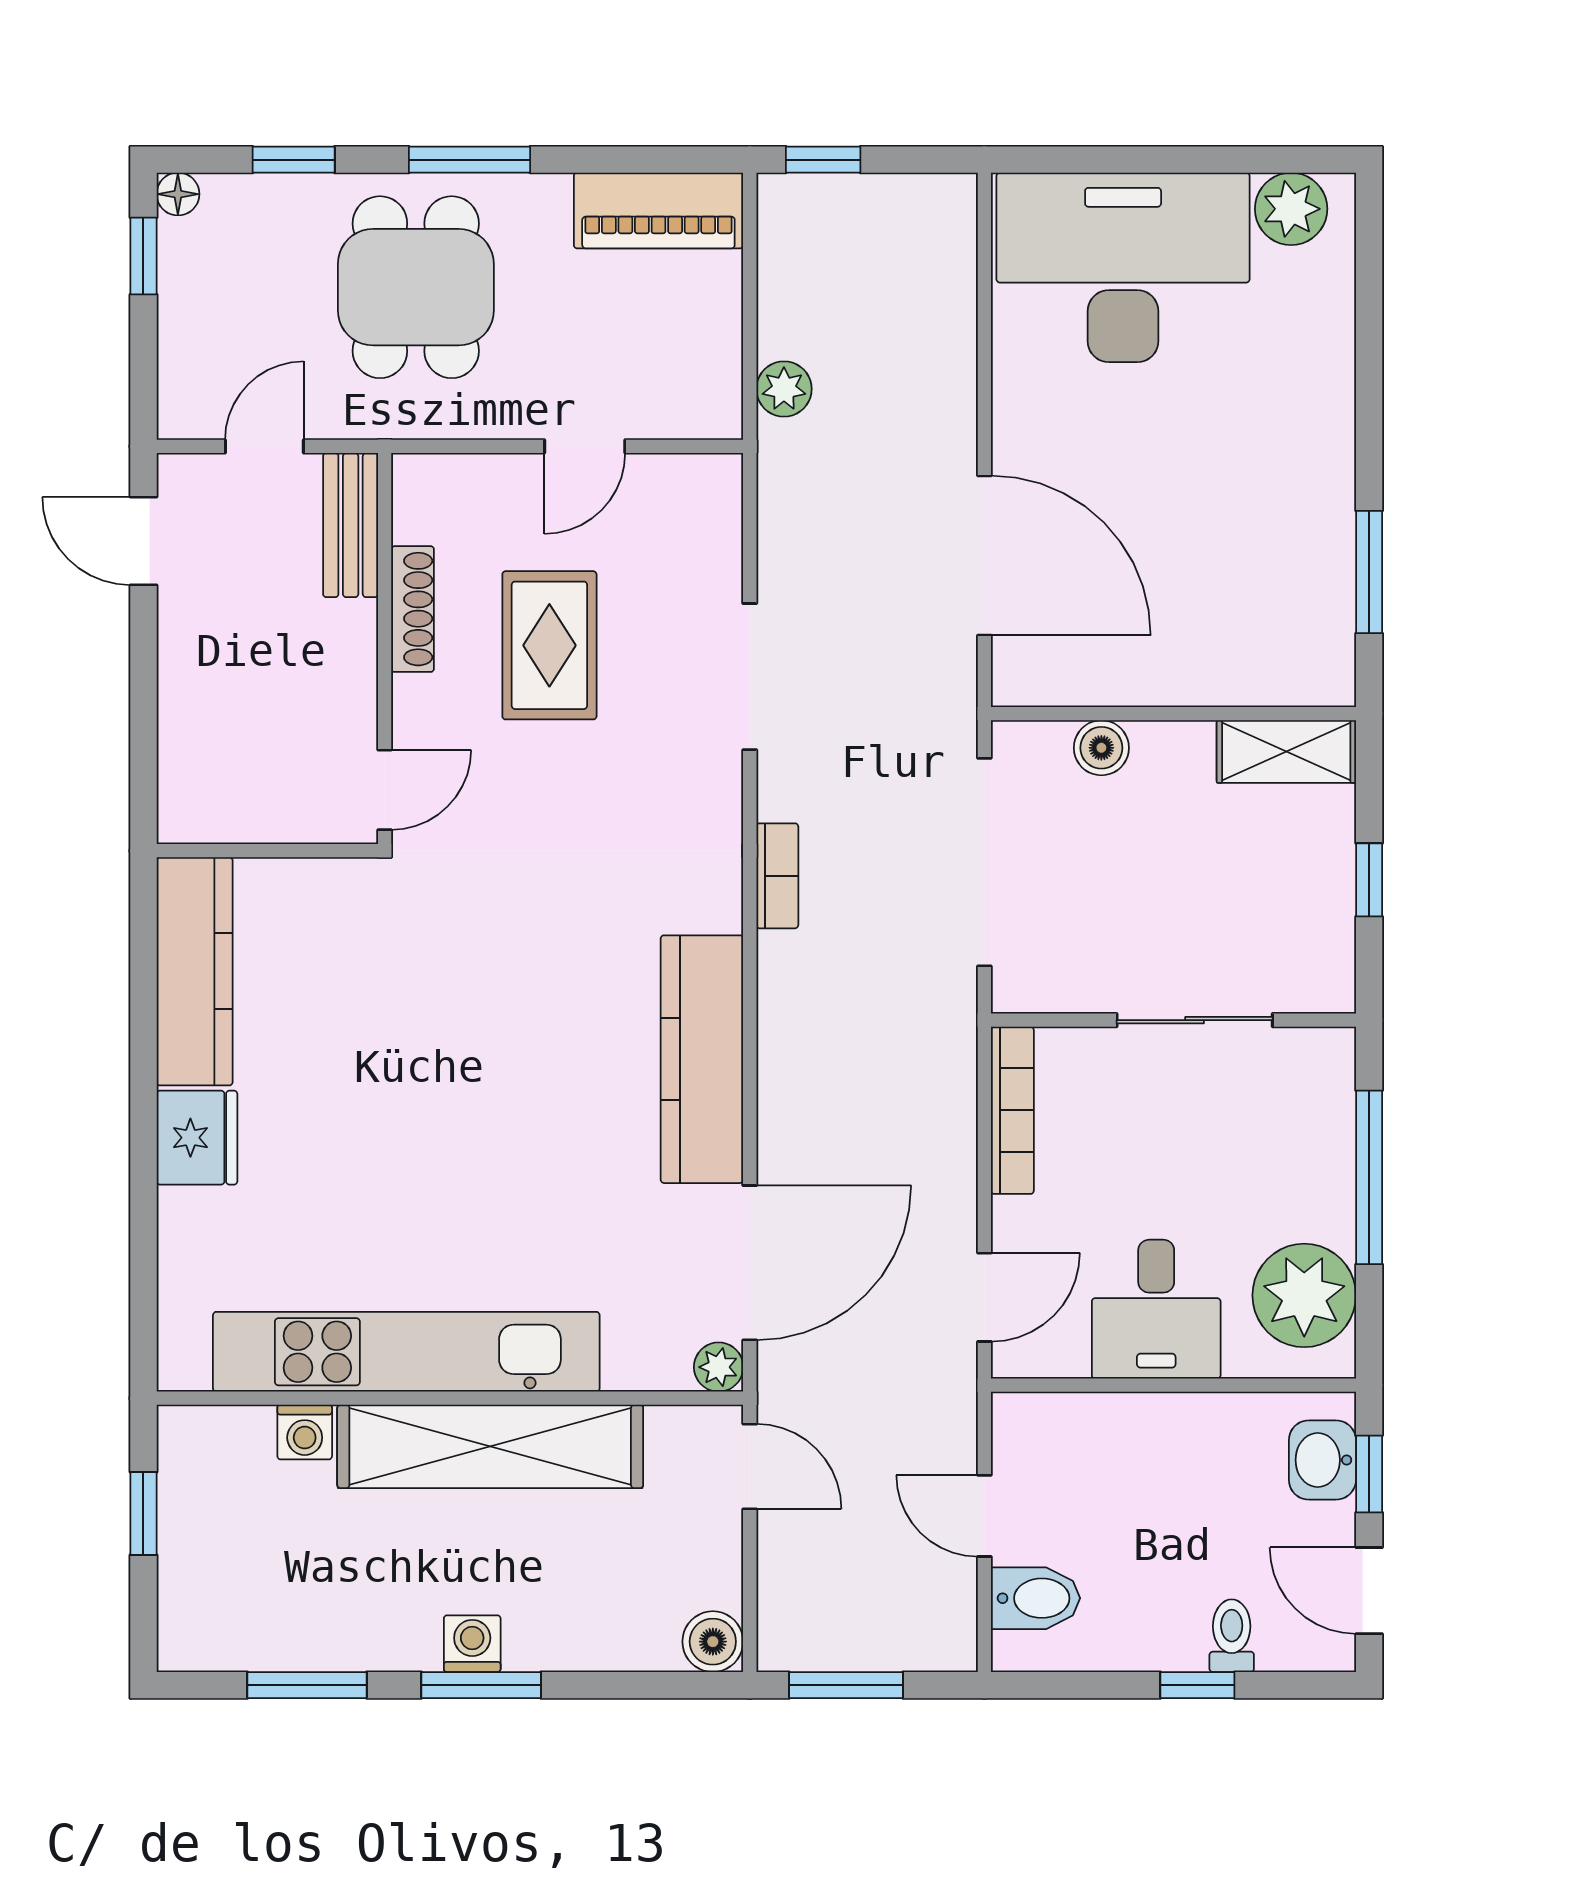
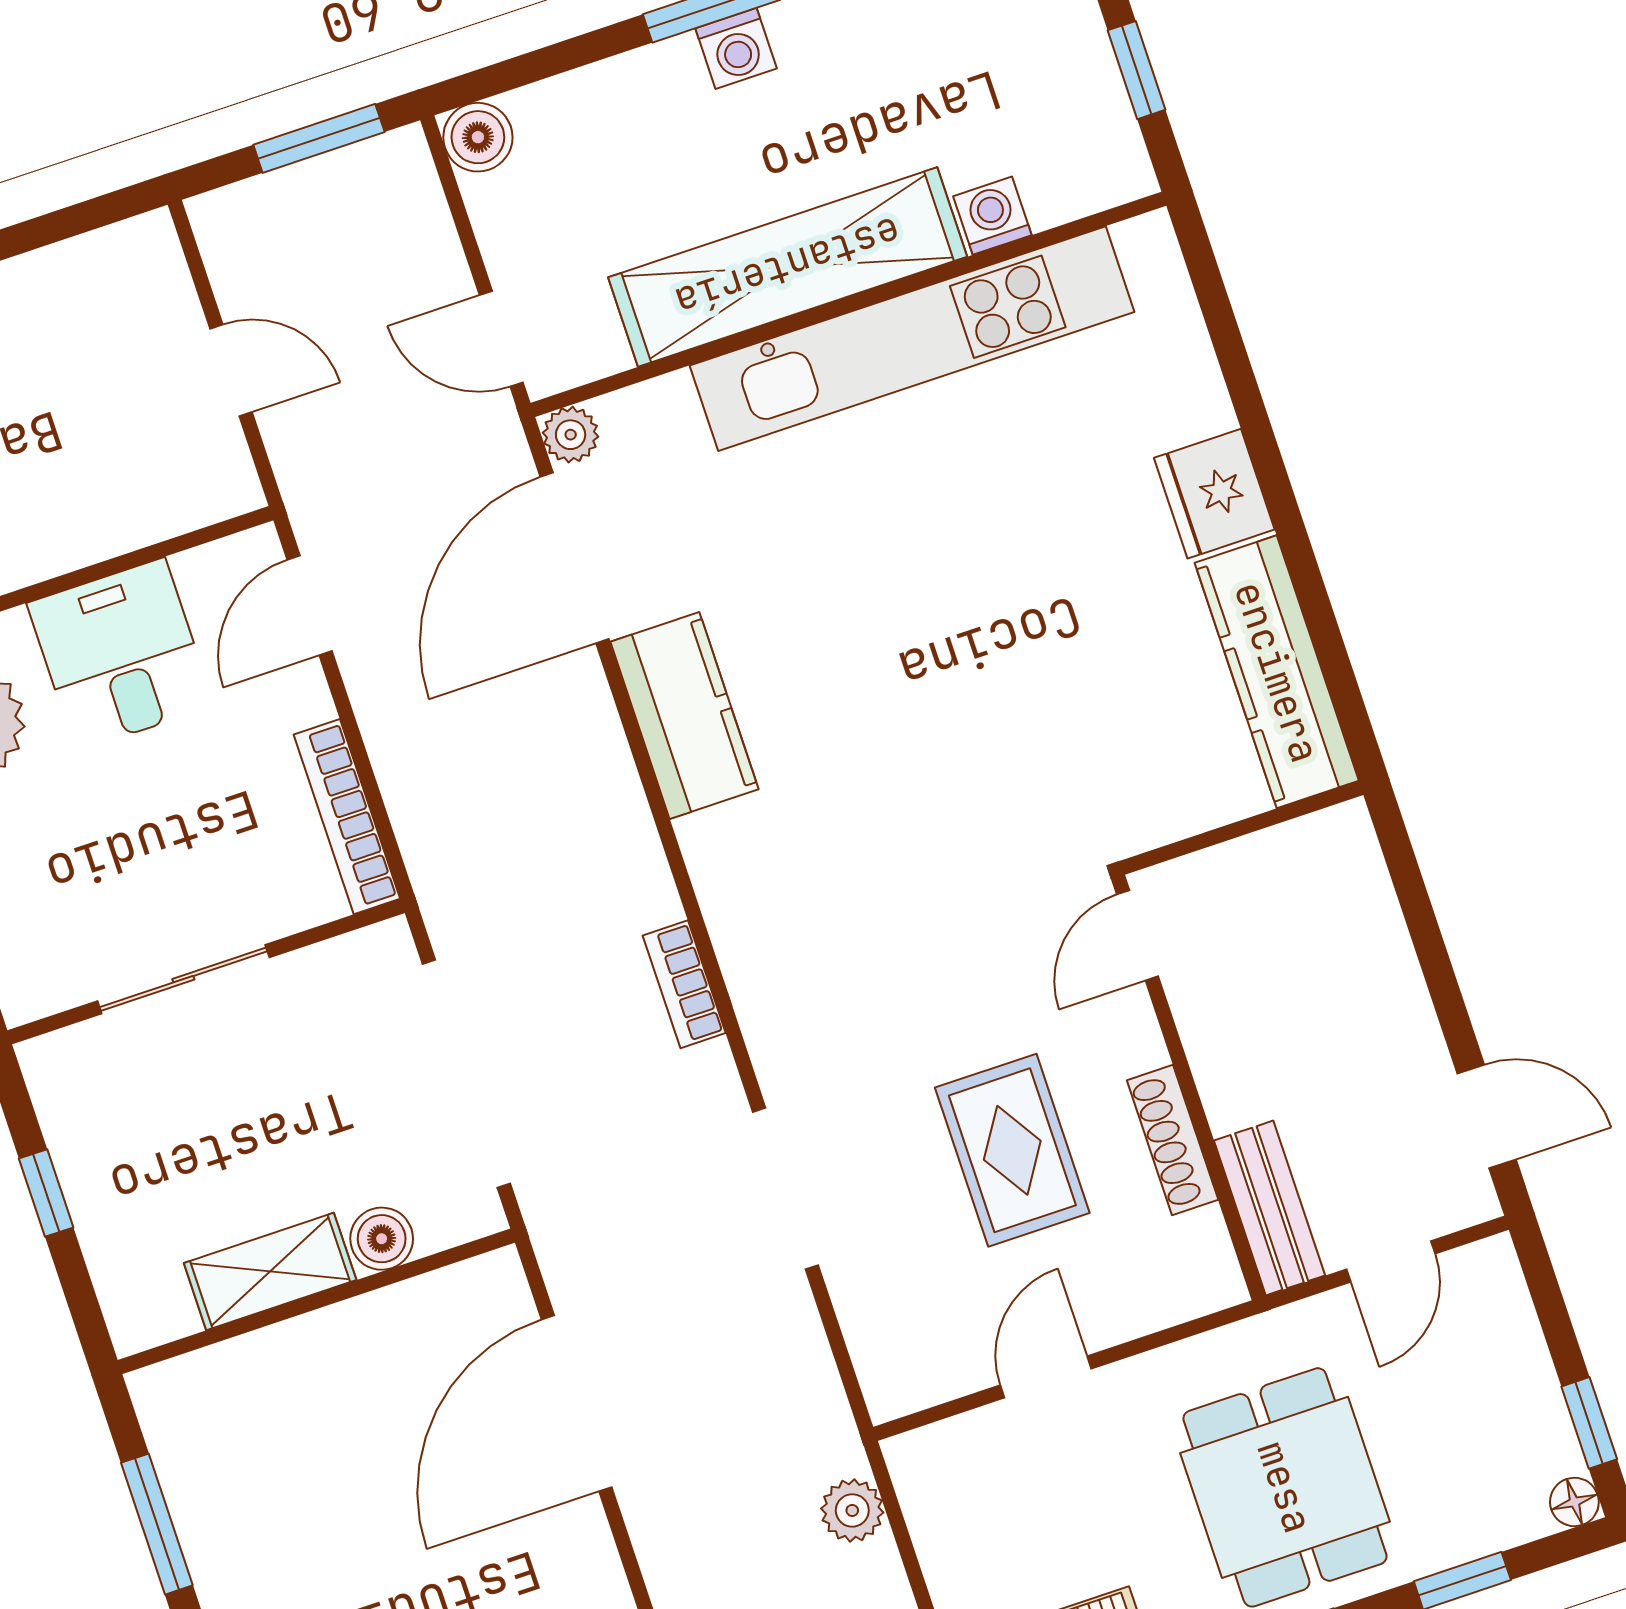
door: (984, 556) -> (577, 1403), hinge flipped
shelving: (1286, 752) -> (270, 1271), moved
kitchen counter: (702, 1059) -> (684, 715), width x0.67
bidet: (1036, 1598) -> (146, 300), removed

